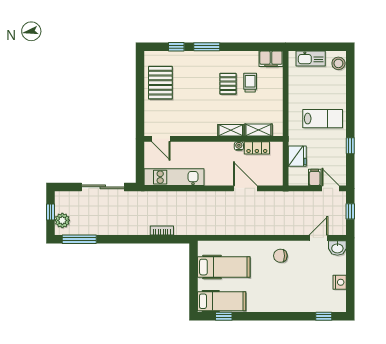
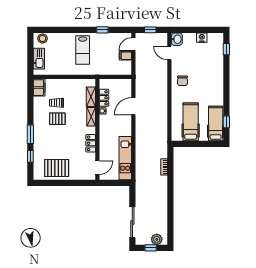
lab bench: (323, 119) -> (83, 50), turned 180
locker: (194, 130) -> (91, 143), added
fridge: (297, 156) -> (110, 68), removed
sliding door: (103, 187) -> (132, 222), moved
window: (79, 239) -> (170, 227), removed

